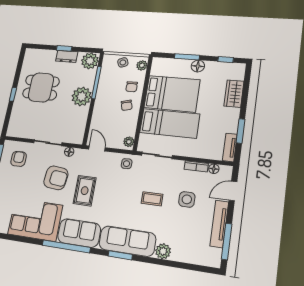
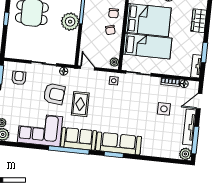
coffee table: (152, 199) -> (136, 109), removed
plant: (163, 251) -> (185, 154), moved

